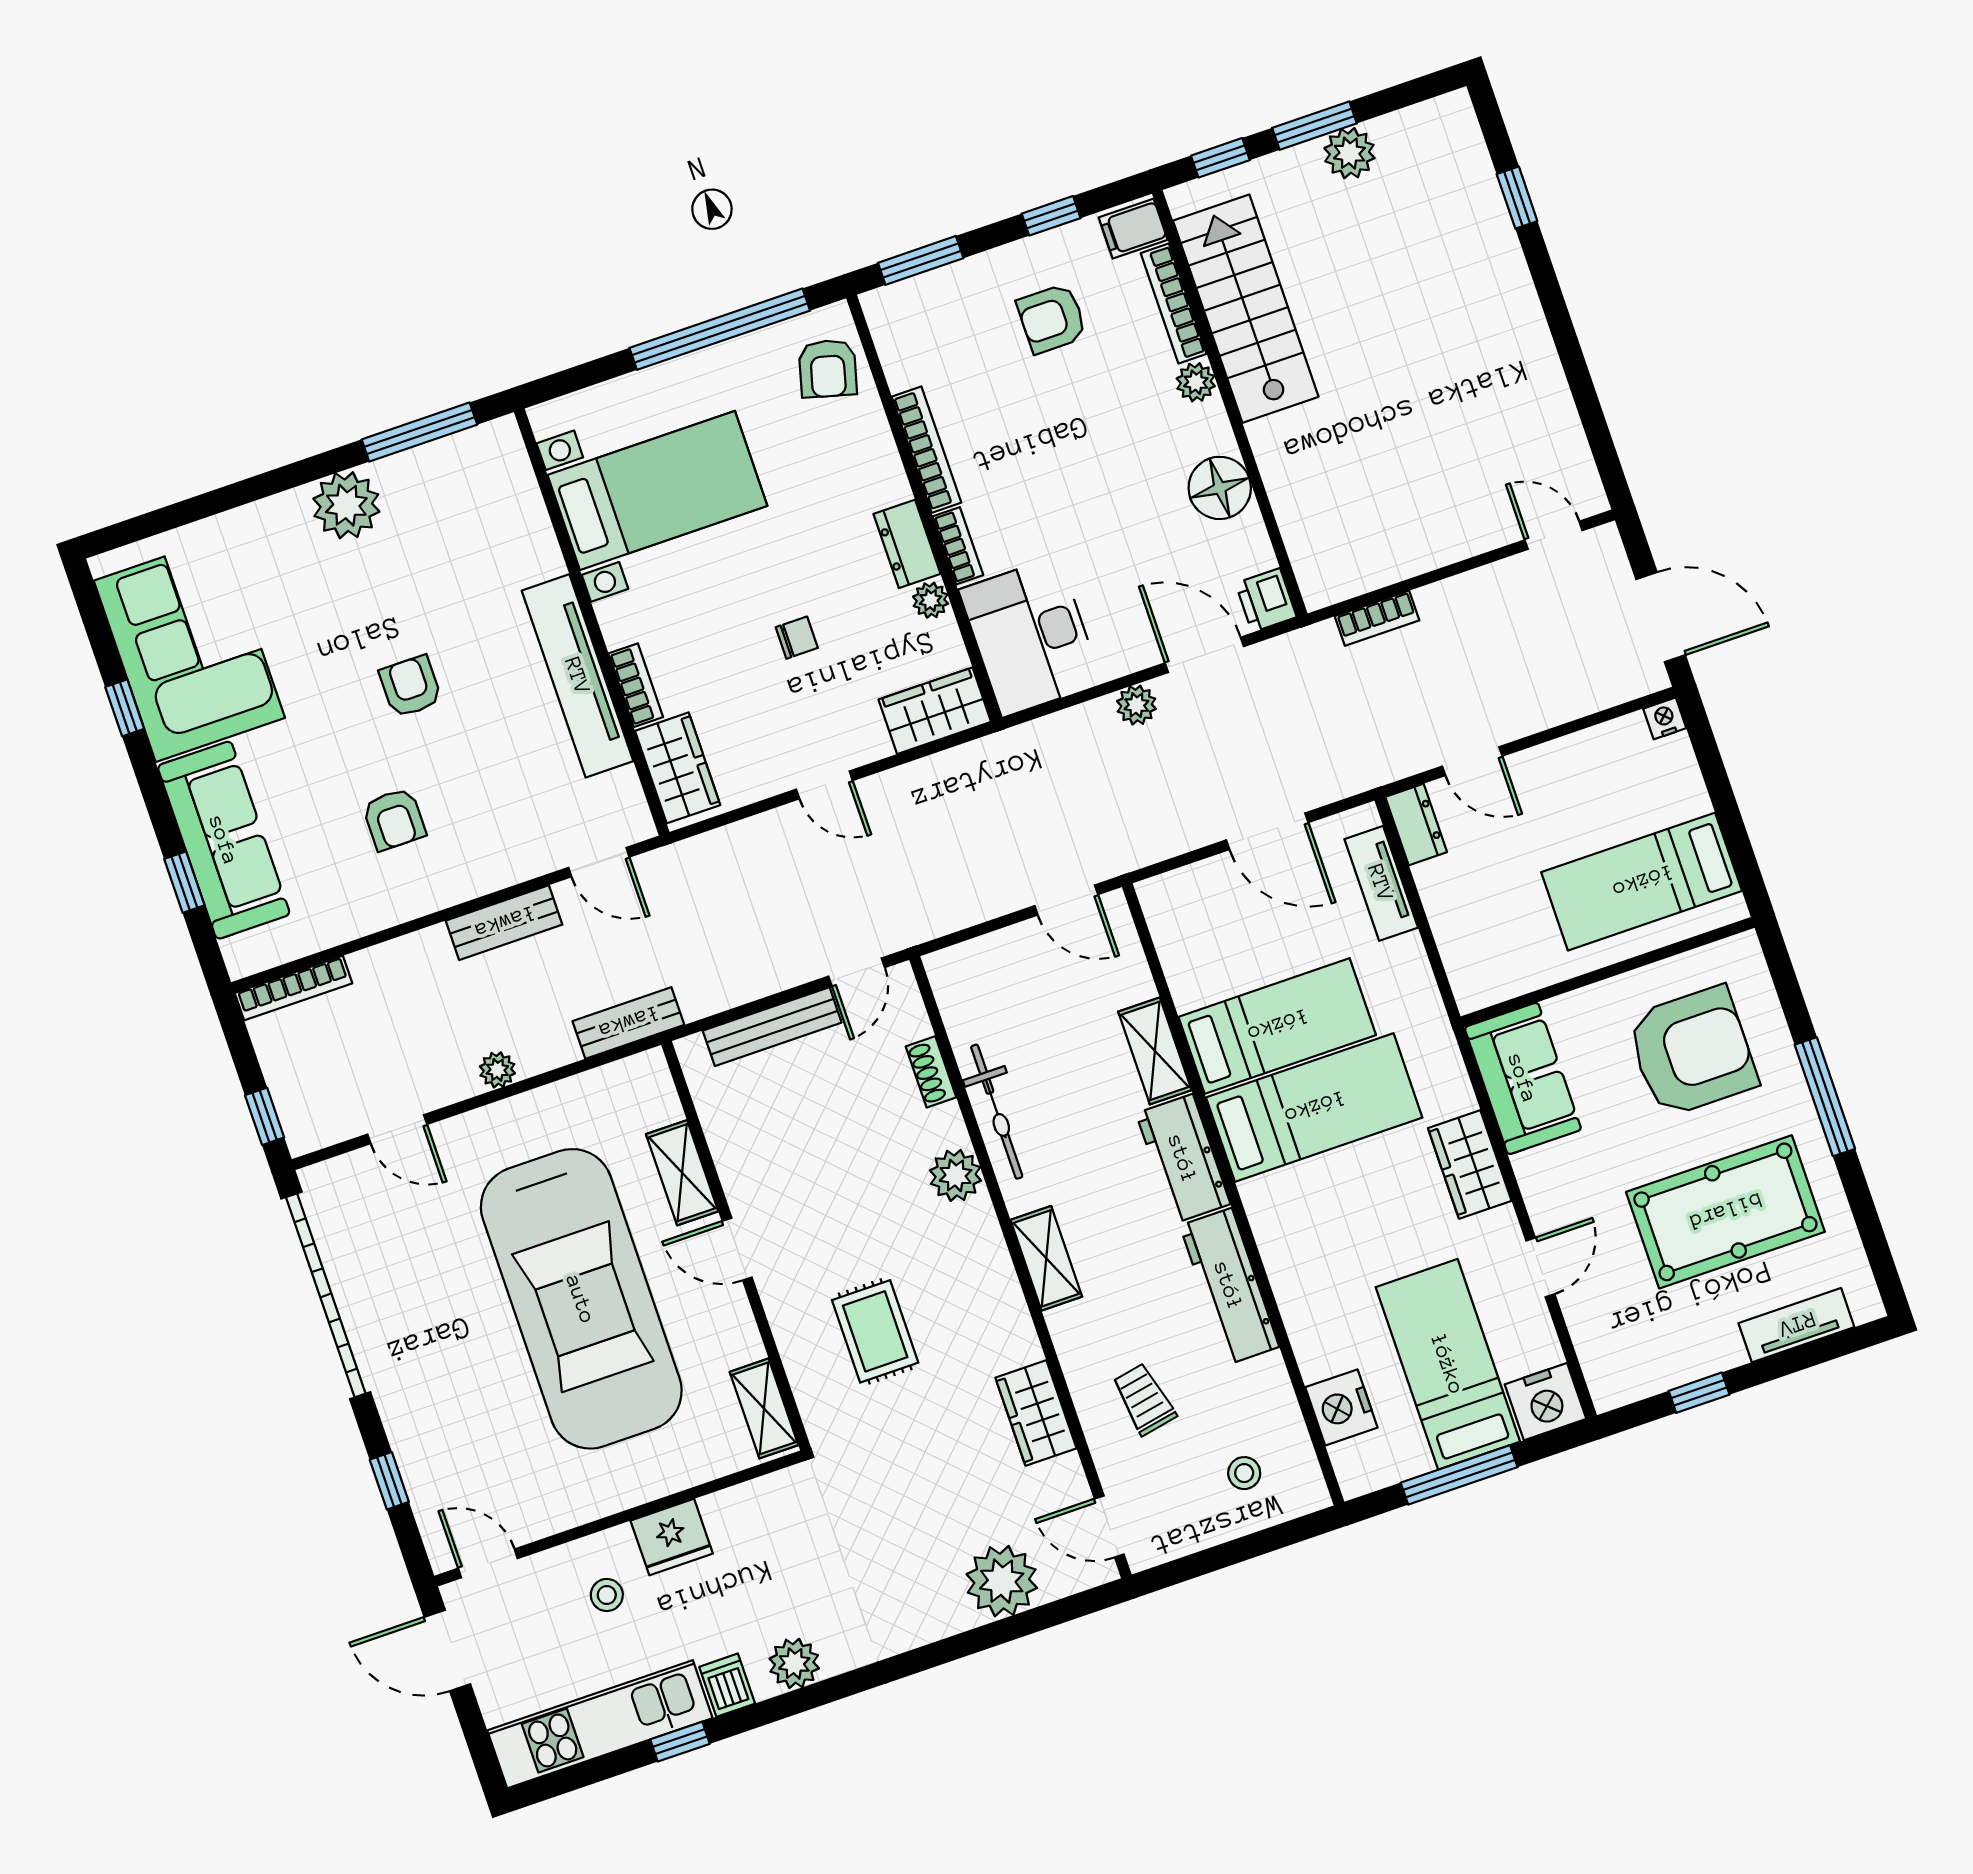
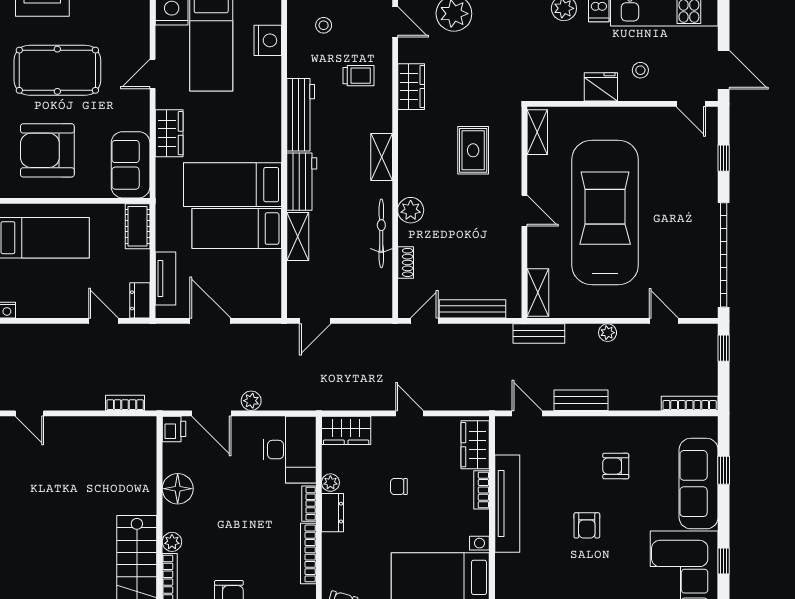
armchair: (394, 819) -> (616, 466), turned -90
door: (1066, 900) -> (315, 321), swing flipped
cot: (1469, 965) -> (138, 226), added
shelving: (682, 1173) -> (538, 292), moved
trolley: (1144, 1399) -> (359, 76), turned -79

